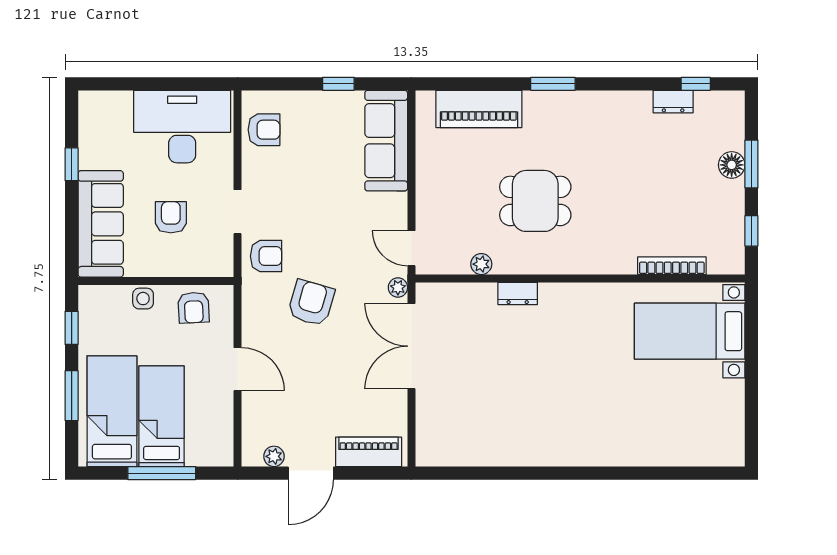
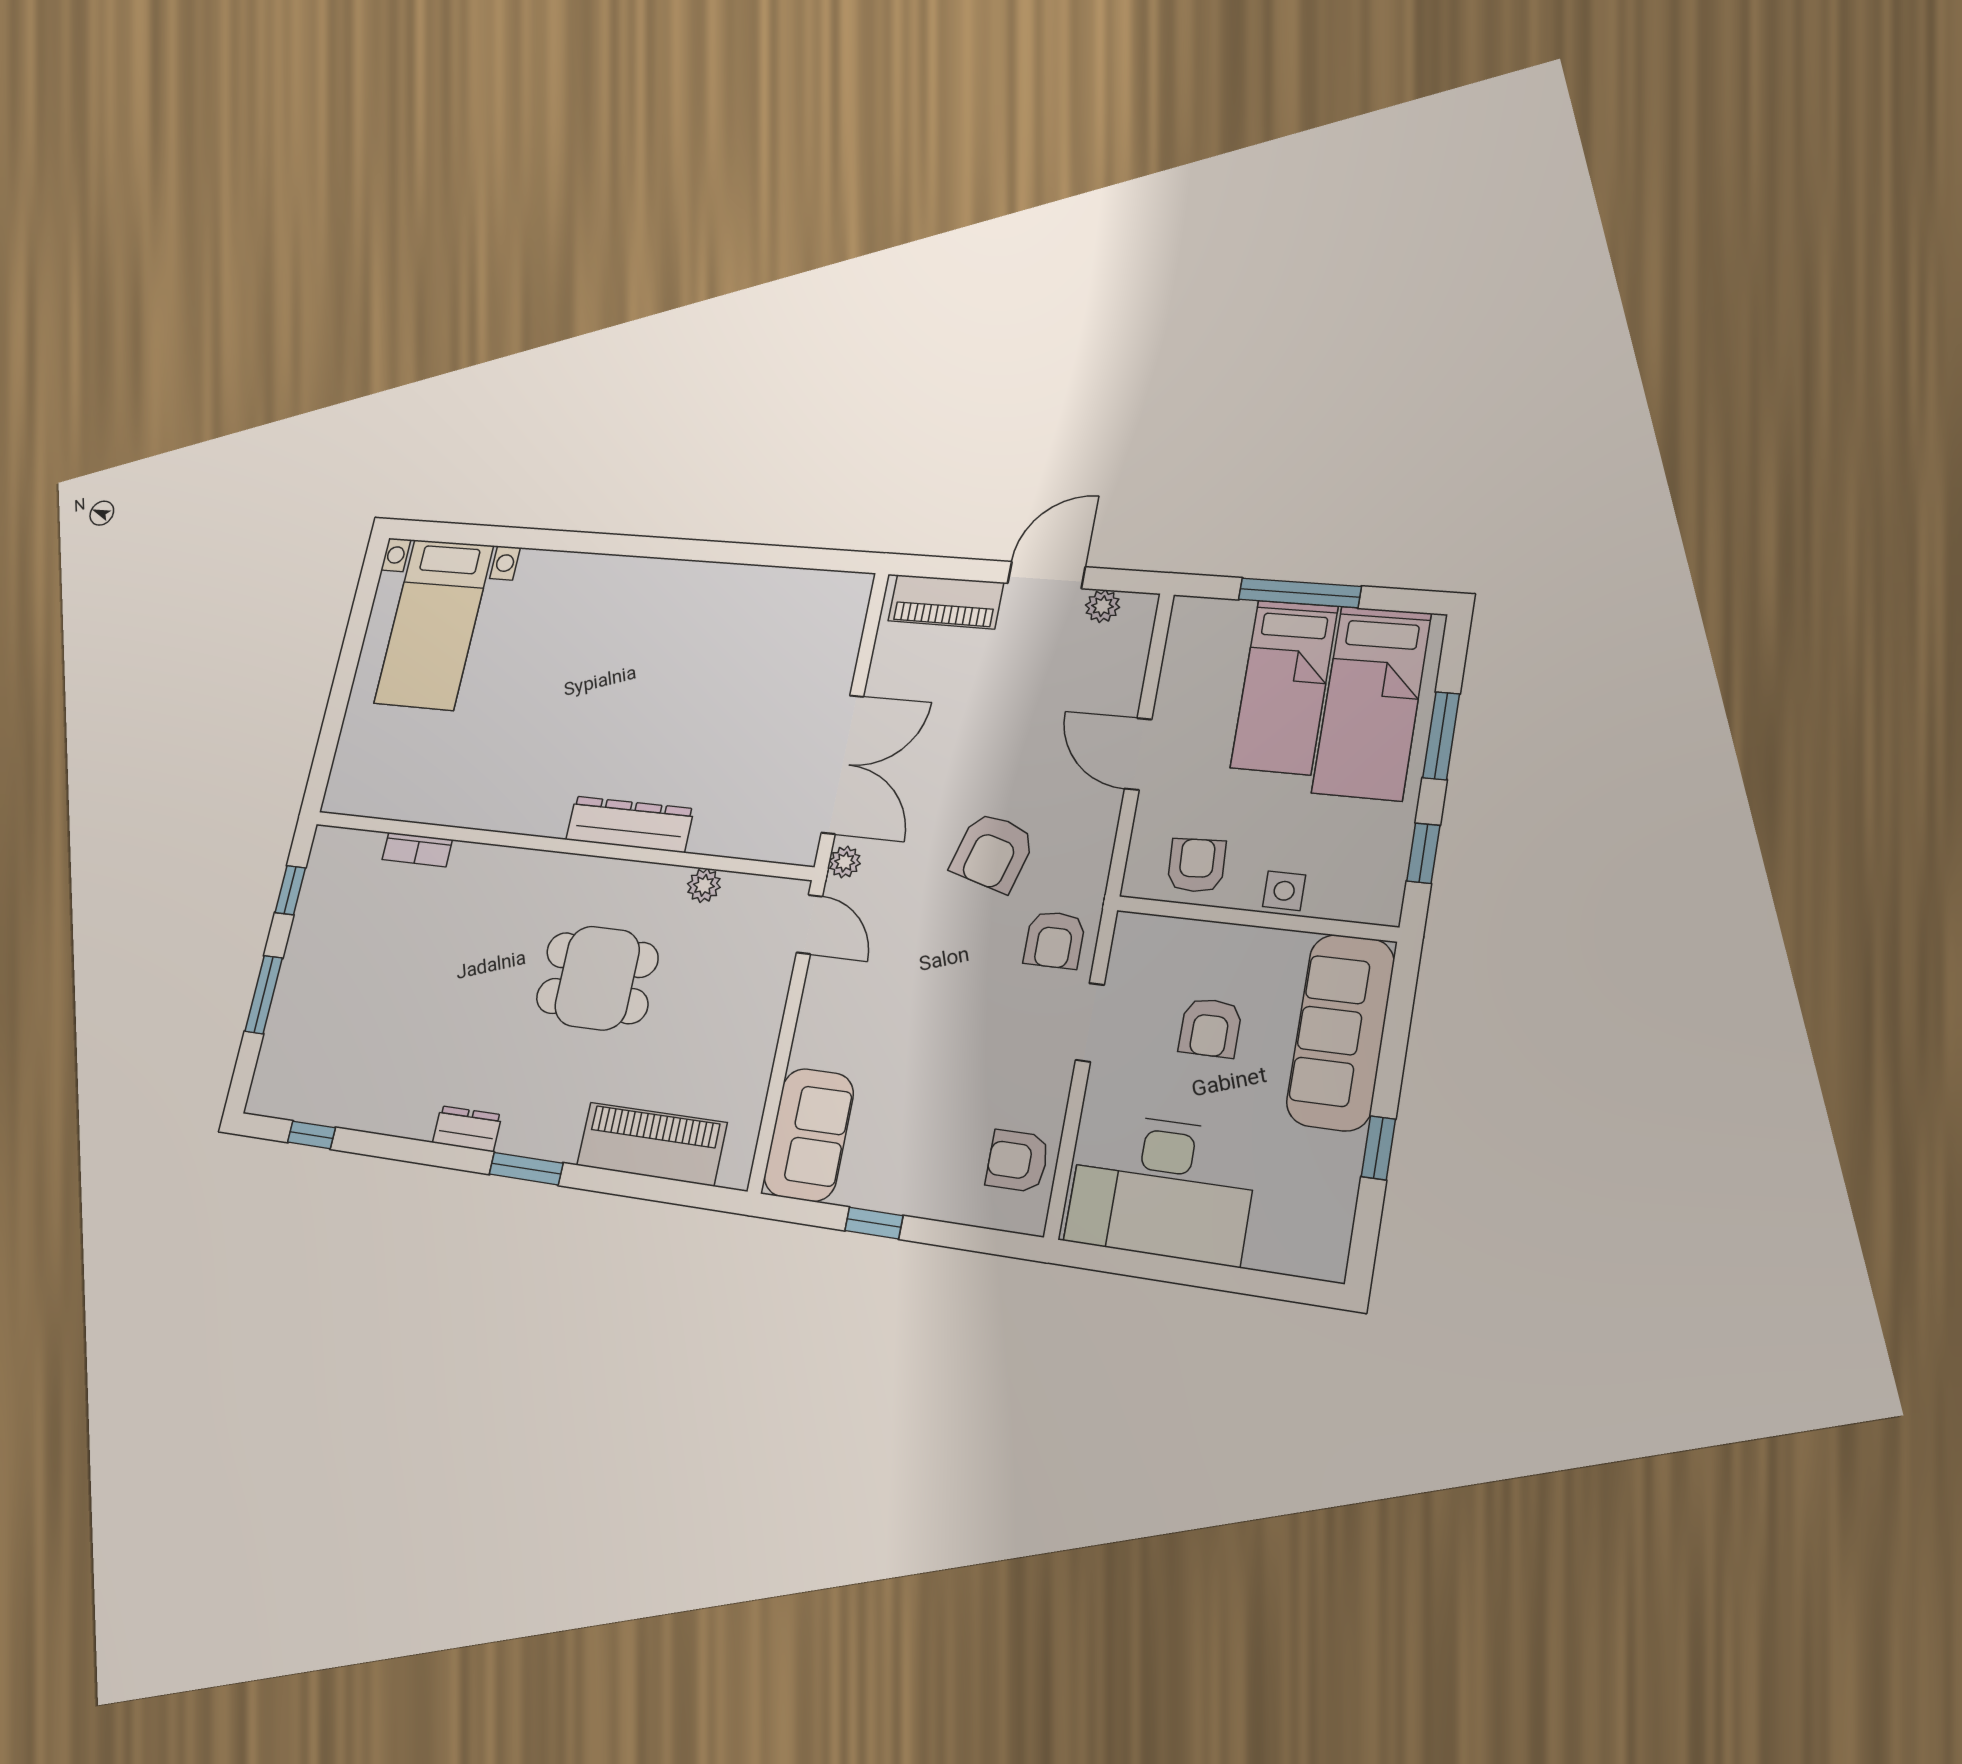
dresser: (673, 102) -> (467, 1129), moved
sofa: (386, 141) -> (809, 1135), width x0.73
floor lamp: (732, 165) -> (292, 997), removed
armchair: (266, 256) -> (1054, 940), turned -90
bookcase: (672, 266) -> (417, 850), width x0.64
dresser: (518, 293) -> (630, 824), width x1.96, depth x1.24
bed with nightstands: (690, 331) -> (434, 624), moved, turned 90

